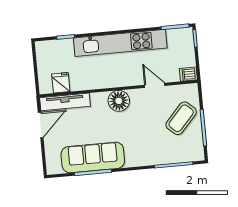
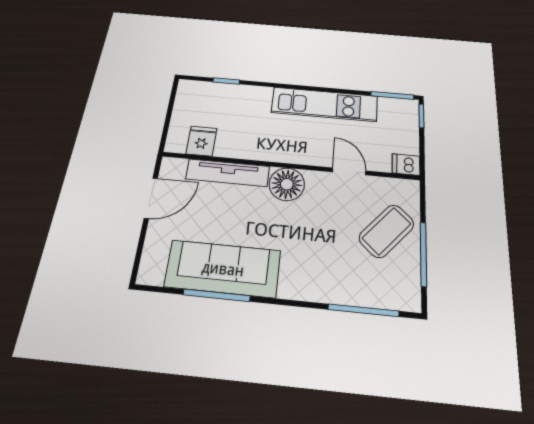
kitchen unit: (120, 43) -> (325, 104), width x0.73
tv unit: (65, 102) -> (228, 173), moved

